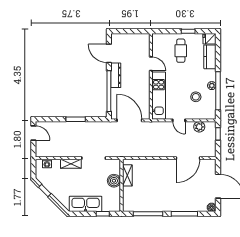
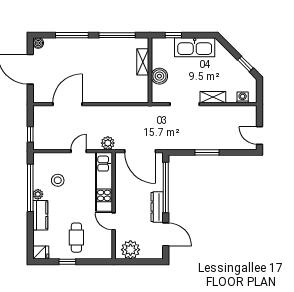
plant: (137, 41) -> (130, 250), added
kitchen counter: (210, 57) -> (40, 215), moved
door: (179, 120) -> (79, 151), hinge flipped
plant: (199, 127) -> (108, 143), moved
shelving: (127, 175) -> (143, 62), moved

